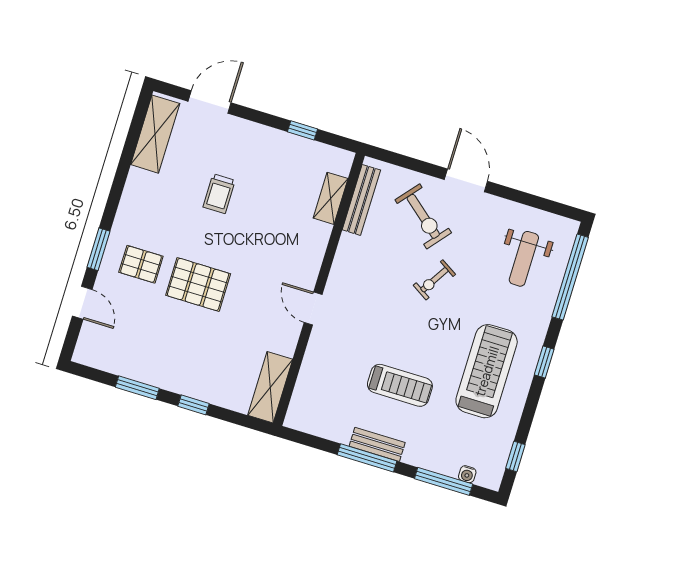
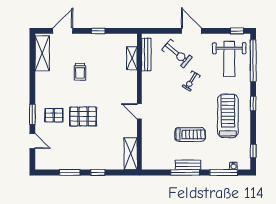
window: (303, 130) -> (98, 31), moved
window: (556, 208) -> (237, 31), added
weight bench: (524, 259) -> (229, 59), width x1.36, depth x1.33

